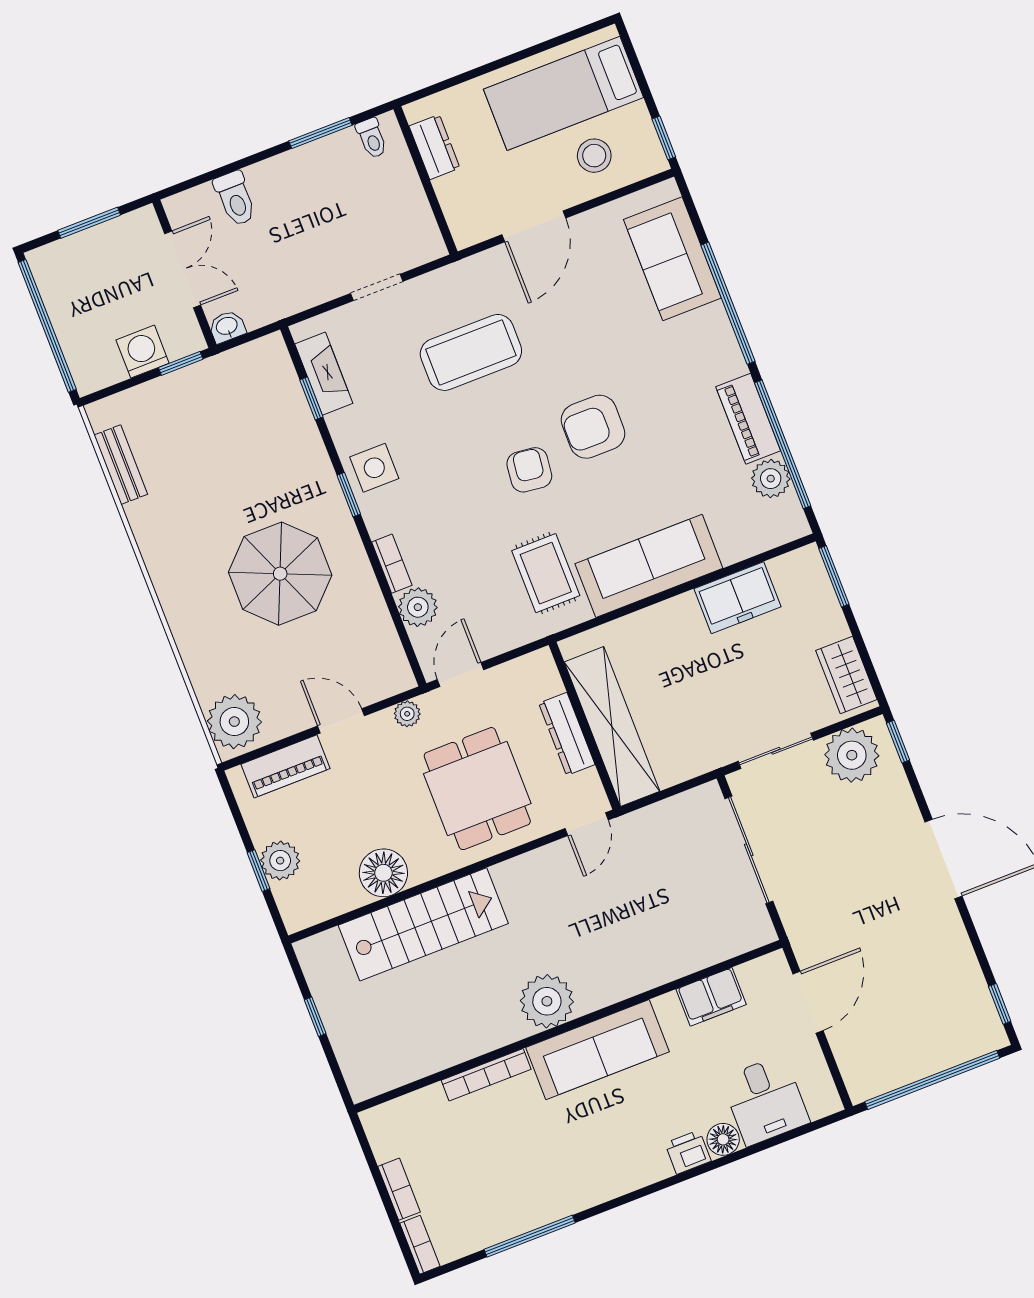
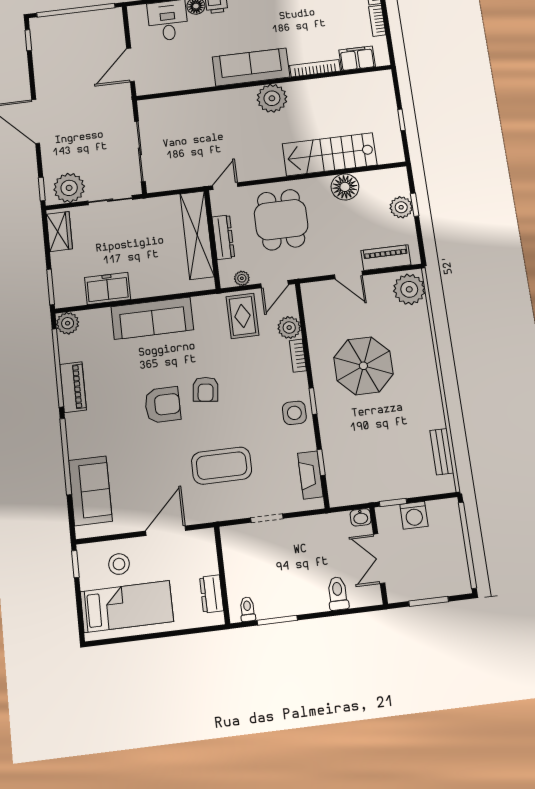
plant: (771, 479) -> (68, 323), moved
rug: (546, 573) -> (242, 316), moved
plant: (407, 714) -> (242, 278), moved
filing cabinet: (711, 997) -> (357, 58), moved

